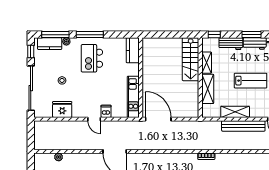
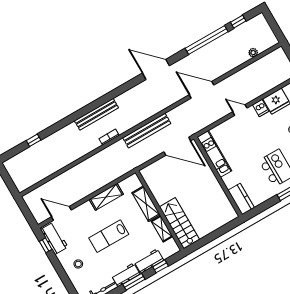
window: (214, 35) -> (161, 266), moved
dishwasher: (106, 111) -> (261, 108), moved
bench: (243, 126) -> (147, 131), moved

